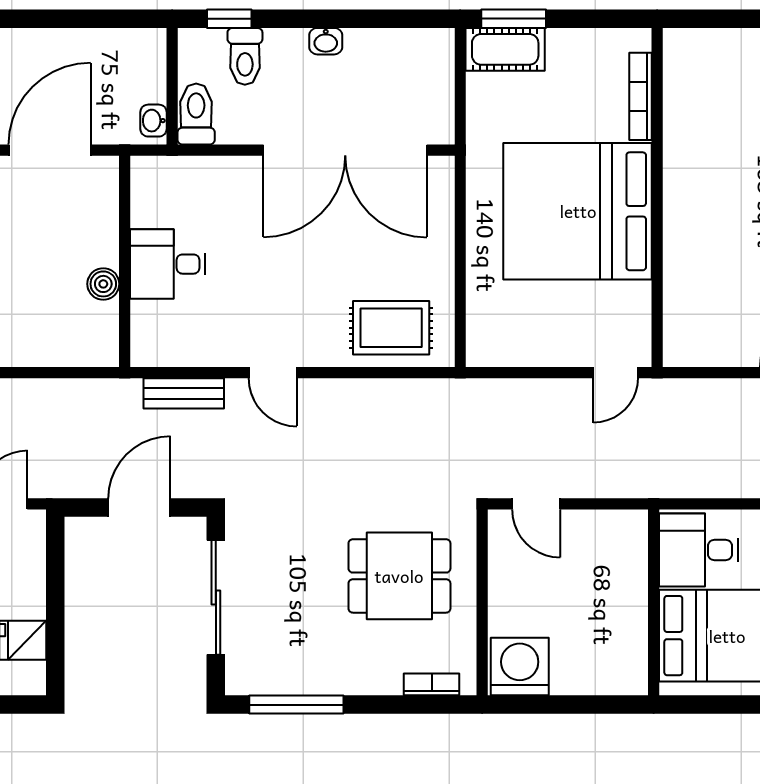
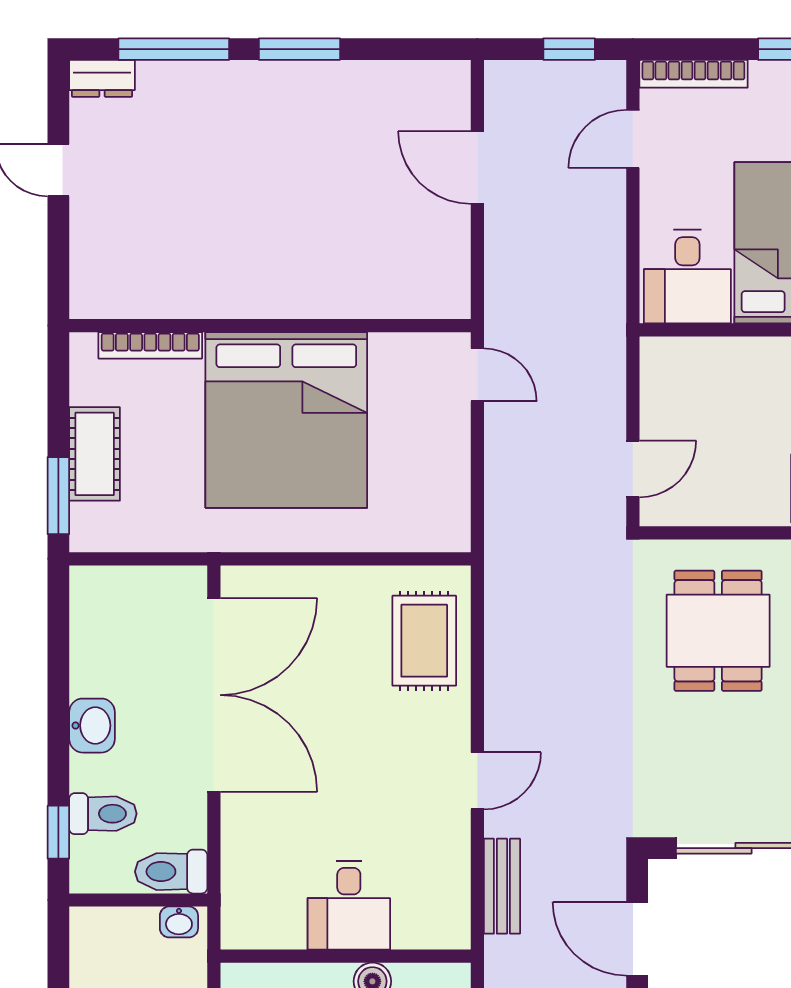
washbasin: (326, 41) -> (92, 726), width x1.38, depth x1.45
cot: (505, 49) -> (95, 454), moved

